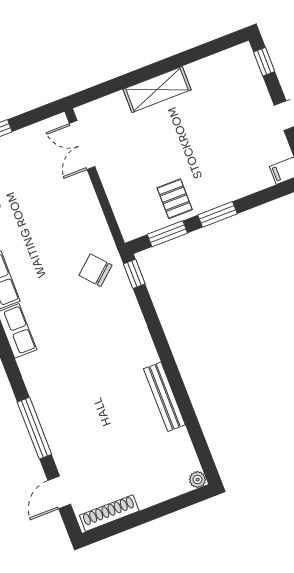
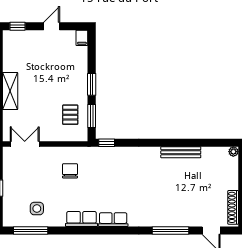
double door: (82, 145) -> (25, 144), swing flipped
pallet: (175, 199) -> (70, 115), moved, turned 90
chair: (96, 270) -> (70, 171), moved, turned 131

